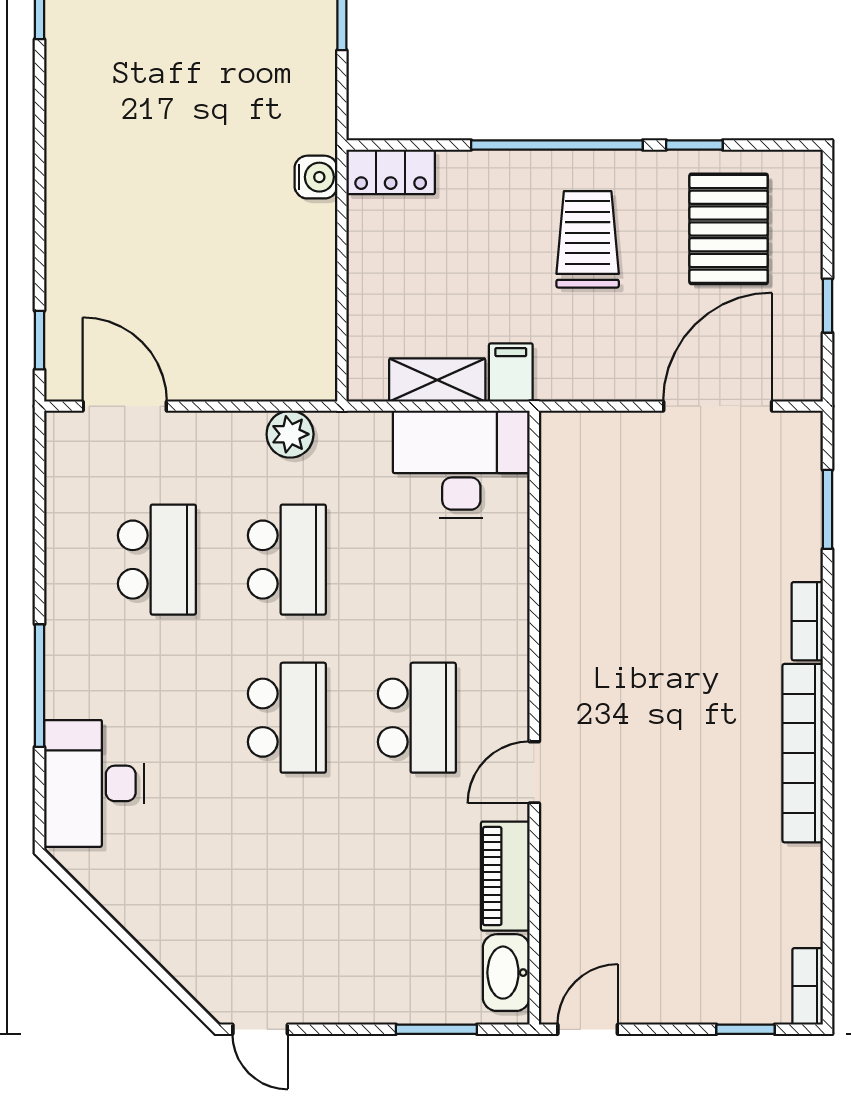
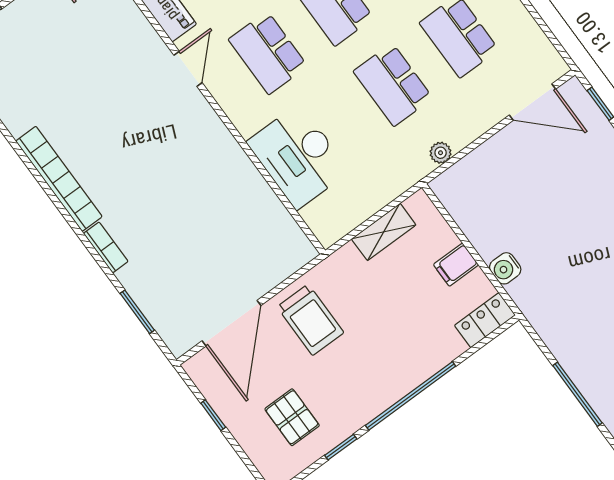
water cooler: (316, 177) -> (505, 268), moved
pallet: (729, 229) -> (292, 417), width x0.67, depth x0.71
trolley: (588, 239) -> (310, 320), moved
filing cabinet: (511, 372) -> (456, 265), moved, turned 90
plant: (290, 434) -> (441, 153), width x0.73, depth x0.73
desk: (461, 464) -> (298, 157), moved, turned 90

